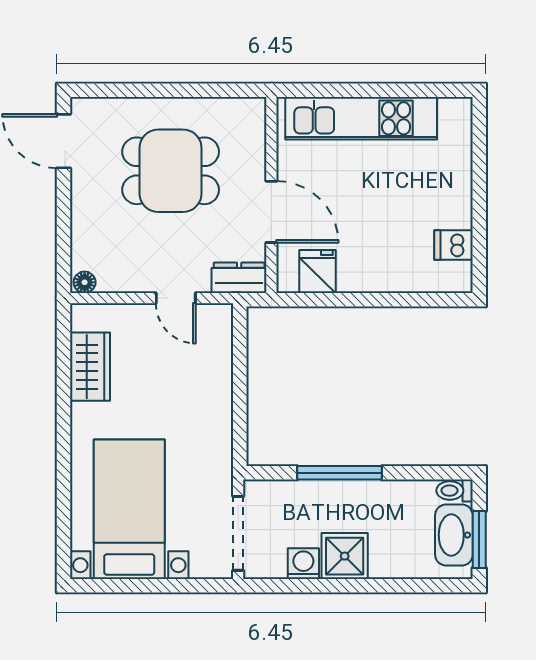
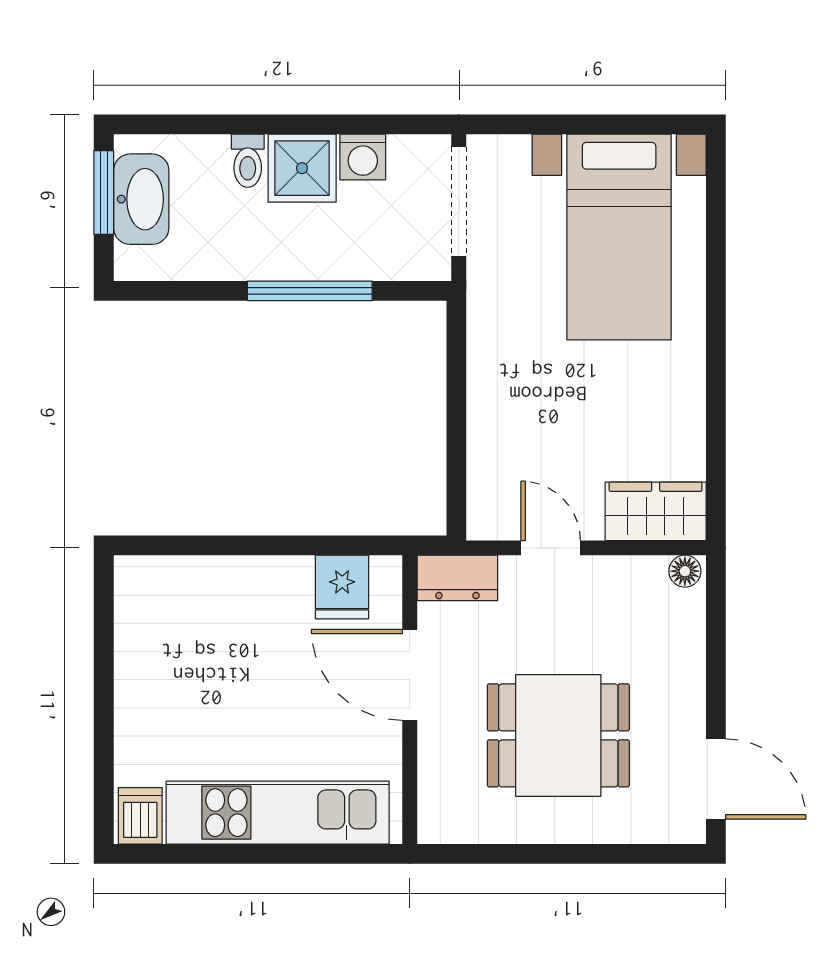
dishwasher: (453, 245) -> (140, 816), moved, turned -90
wardrobe: (90, 367) -> (656, 511), moved, turned 90
toilet: (455, 491) -> (248, 161), moved, turned 90

